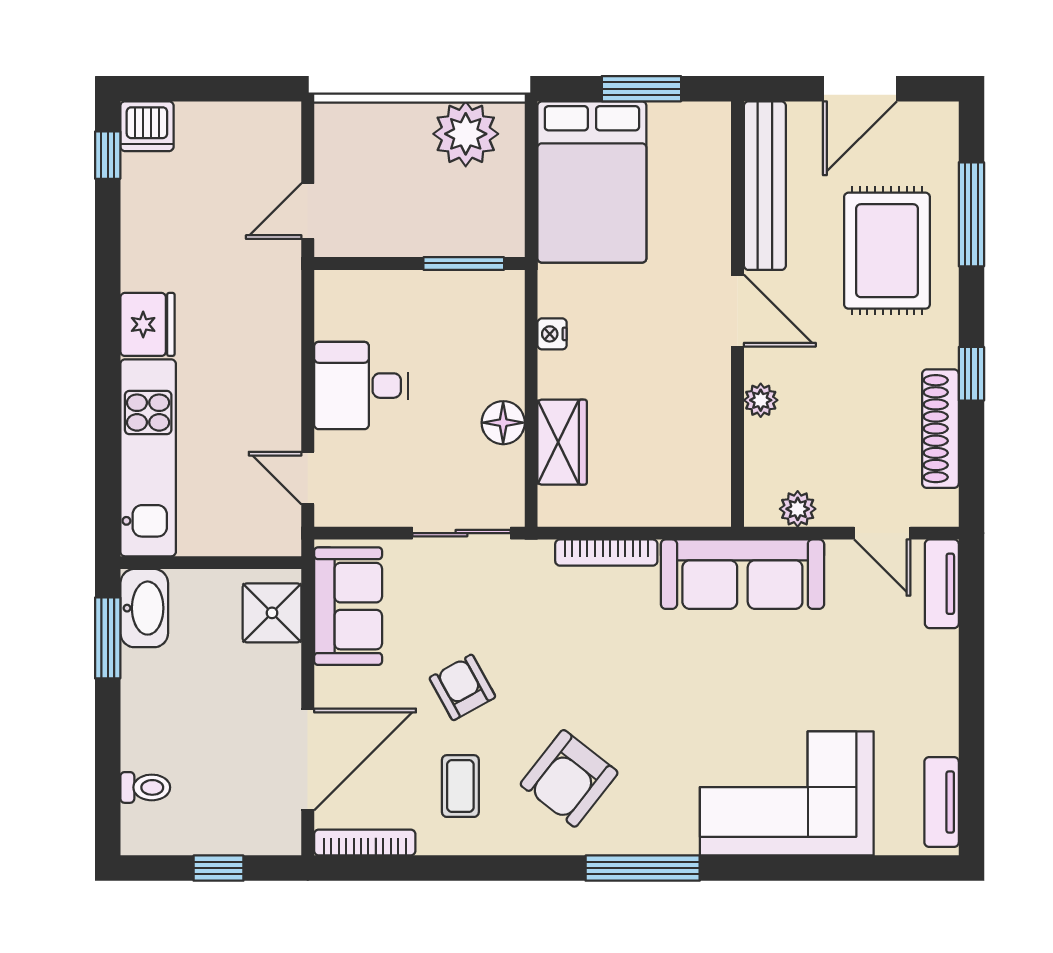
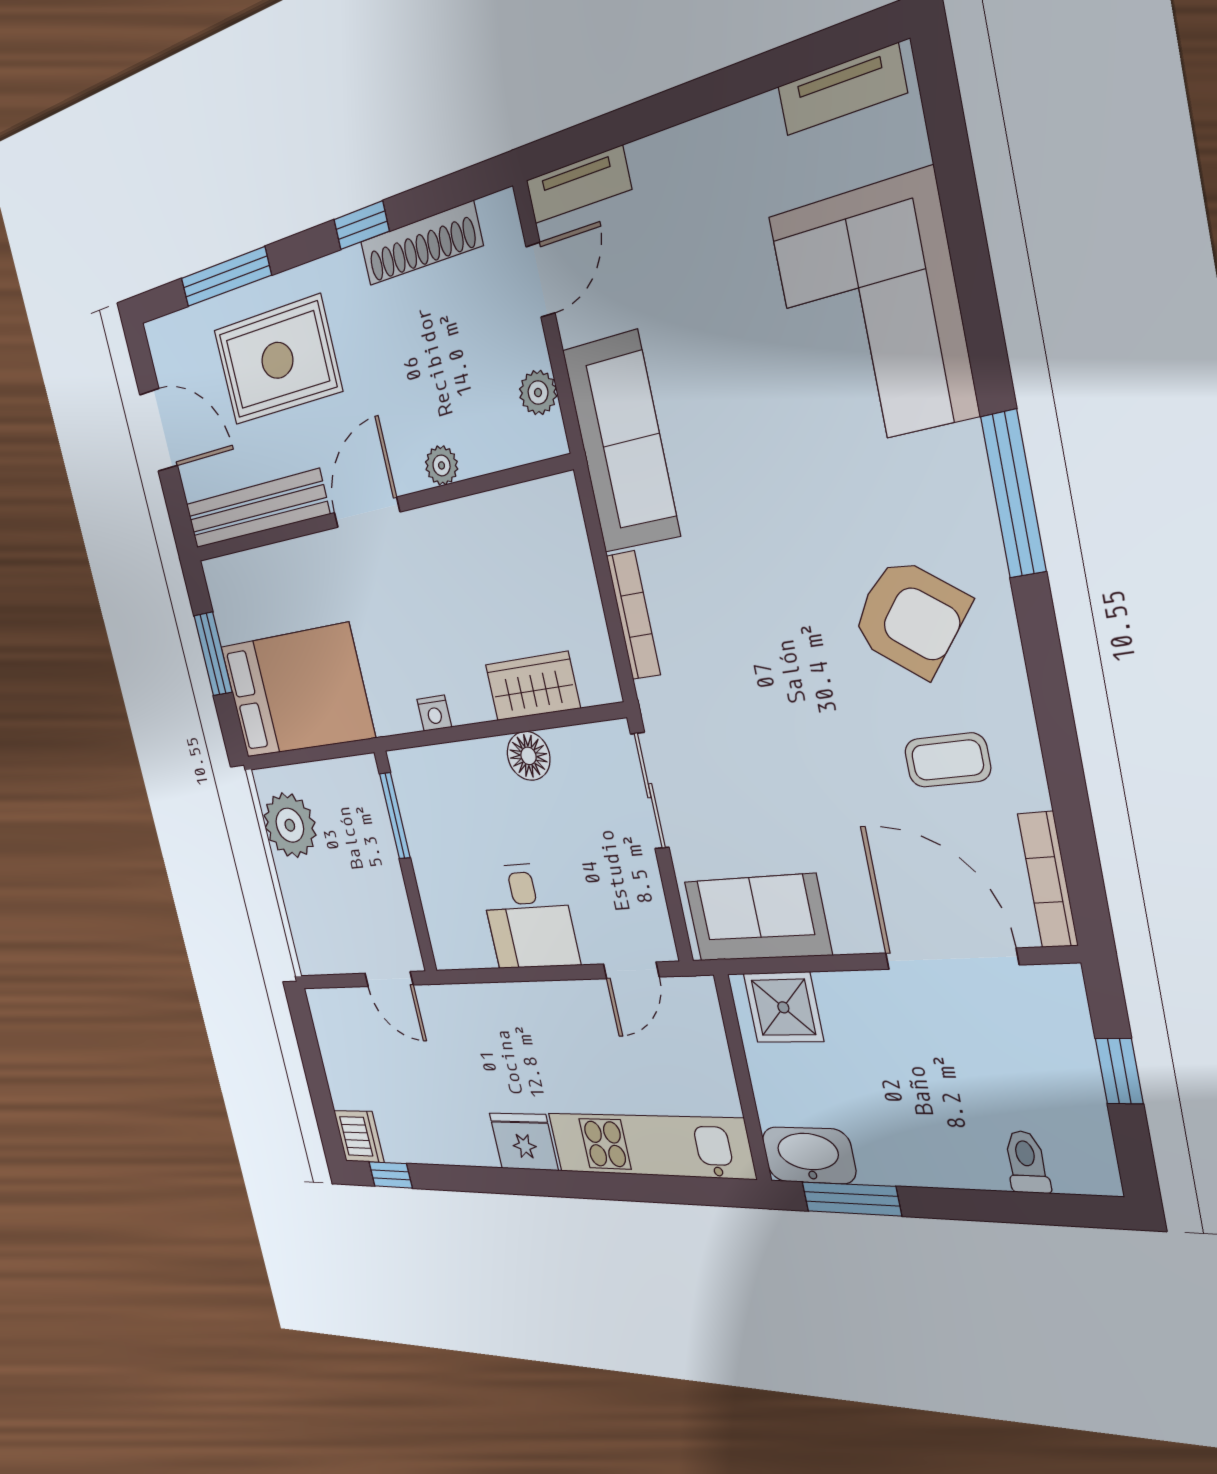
armchair: (462, 687) -> (823, 771), removed

